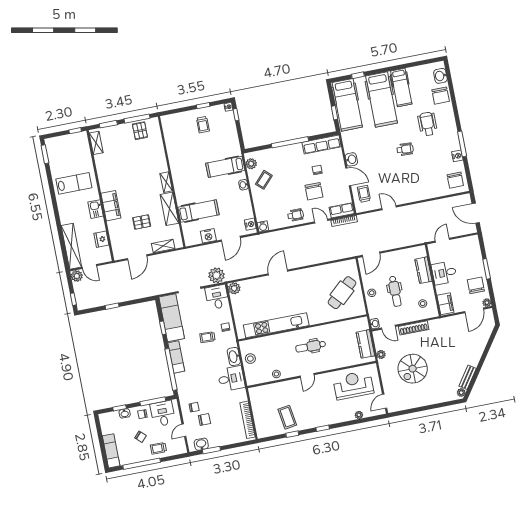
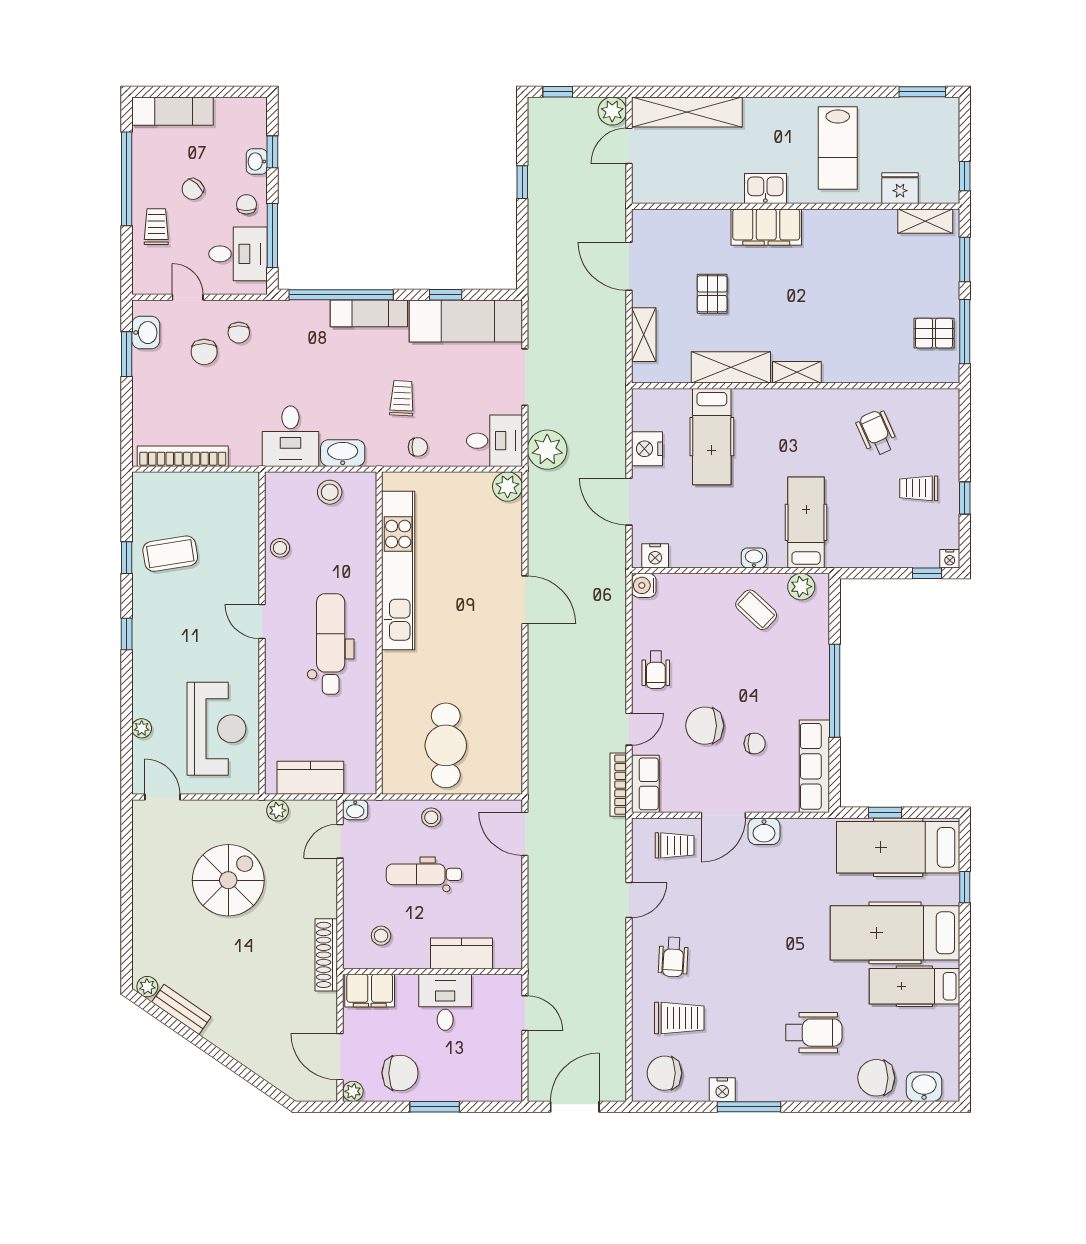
wheelchair: (184, 146) -> (877, 433), added
wheelchair: (405, 149) -> (673, 957), moved
trolley: (432, 179) -> (679, 1018), added
fridge: (101, 239) -> (900, 188), moved
cafe table: (342, 293) -> (446, 745), turned 42
shoe rack: (414, 328) -> (326, 955), moved
dental chair: (311, 346) -> (331, 644), width x1.36, depth x1.38
spiral stairs: (413, 369) -> (228, 880), turned 90

